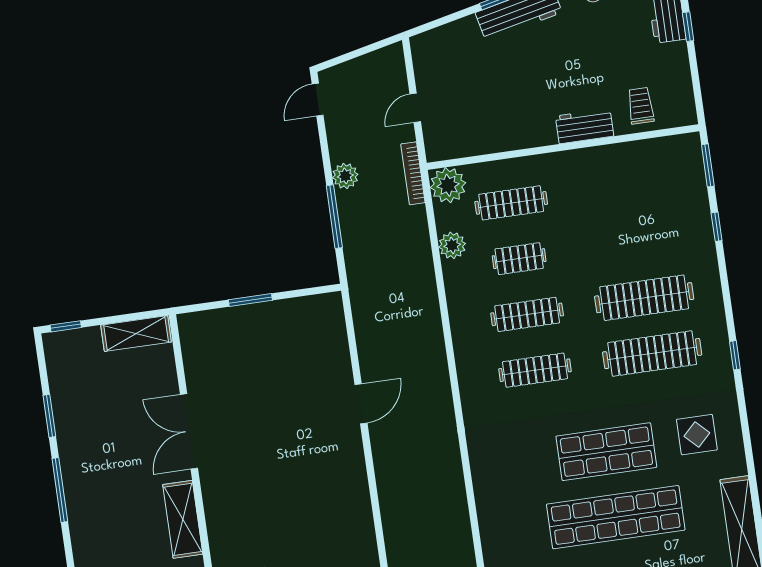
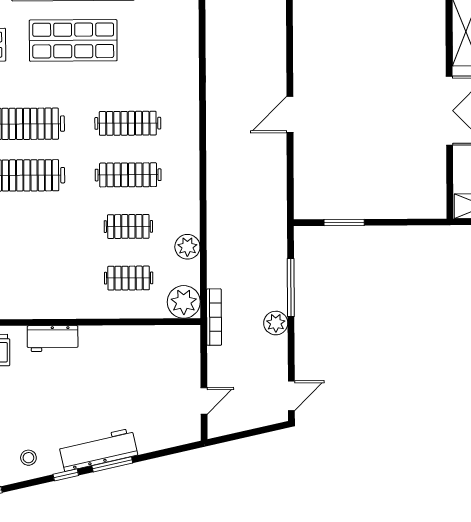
door: (415, 108) -> (204, 401), moved
clothes rail: (511, 203) -> (129, 278), width x0.73
window: (250, 300) -> (344, 222), moved

